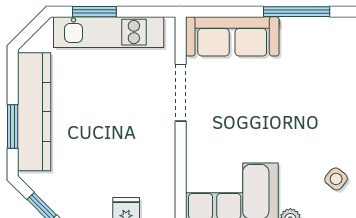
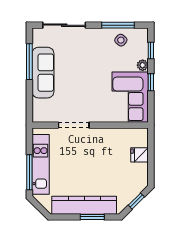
window: (94, 12) -> (29, 172), width x1.44
sofa: (232, 36) -> (43, 73), moved

